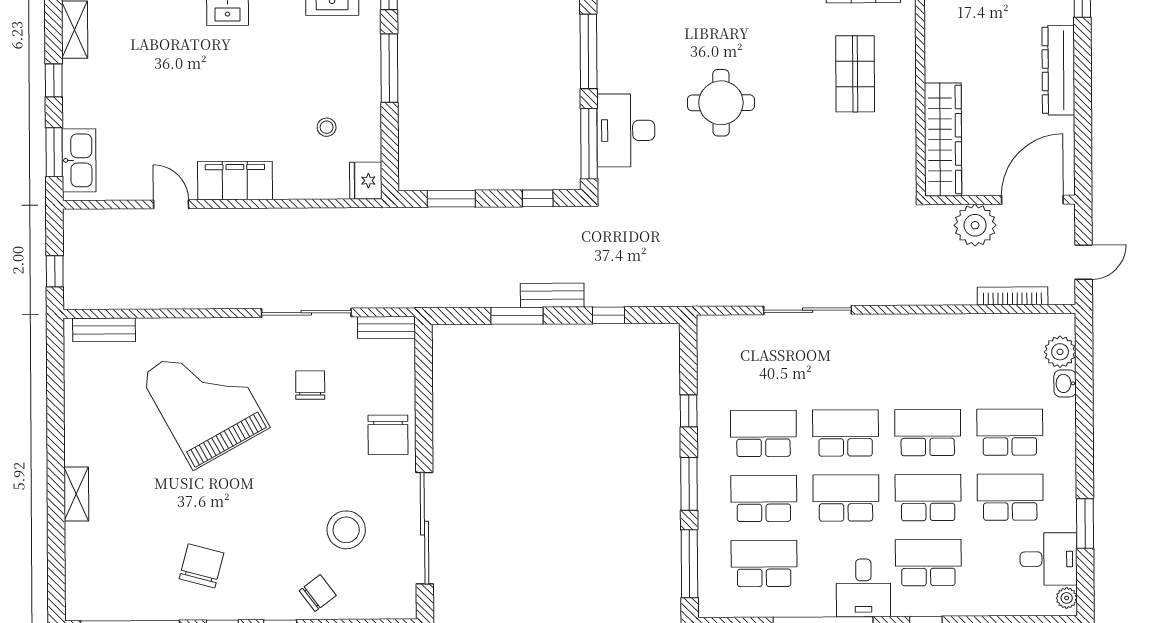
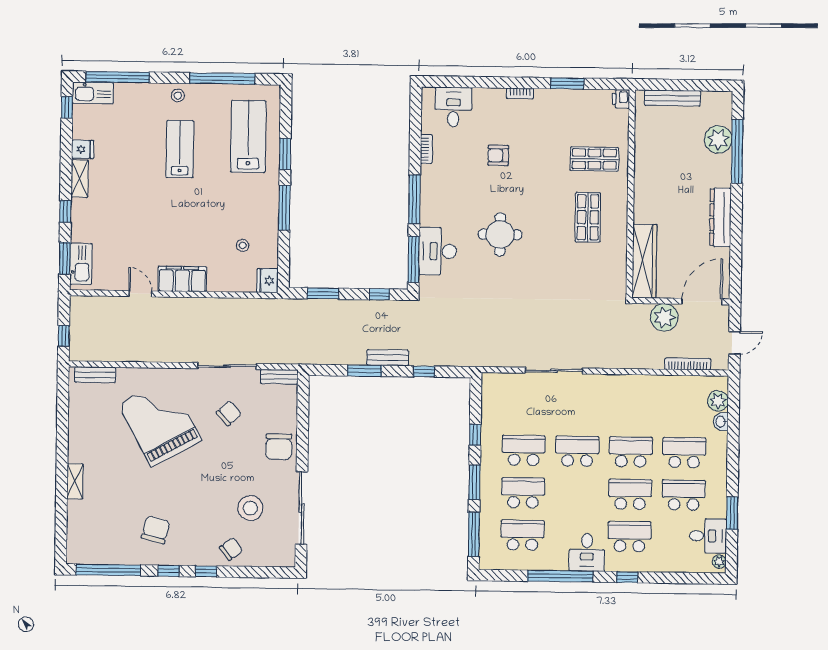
chair: (310, 385) -> (229, 413), turned 47
school desk: (846, 498) -> (577, 494), removed

